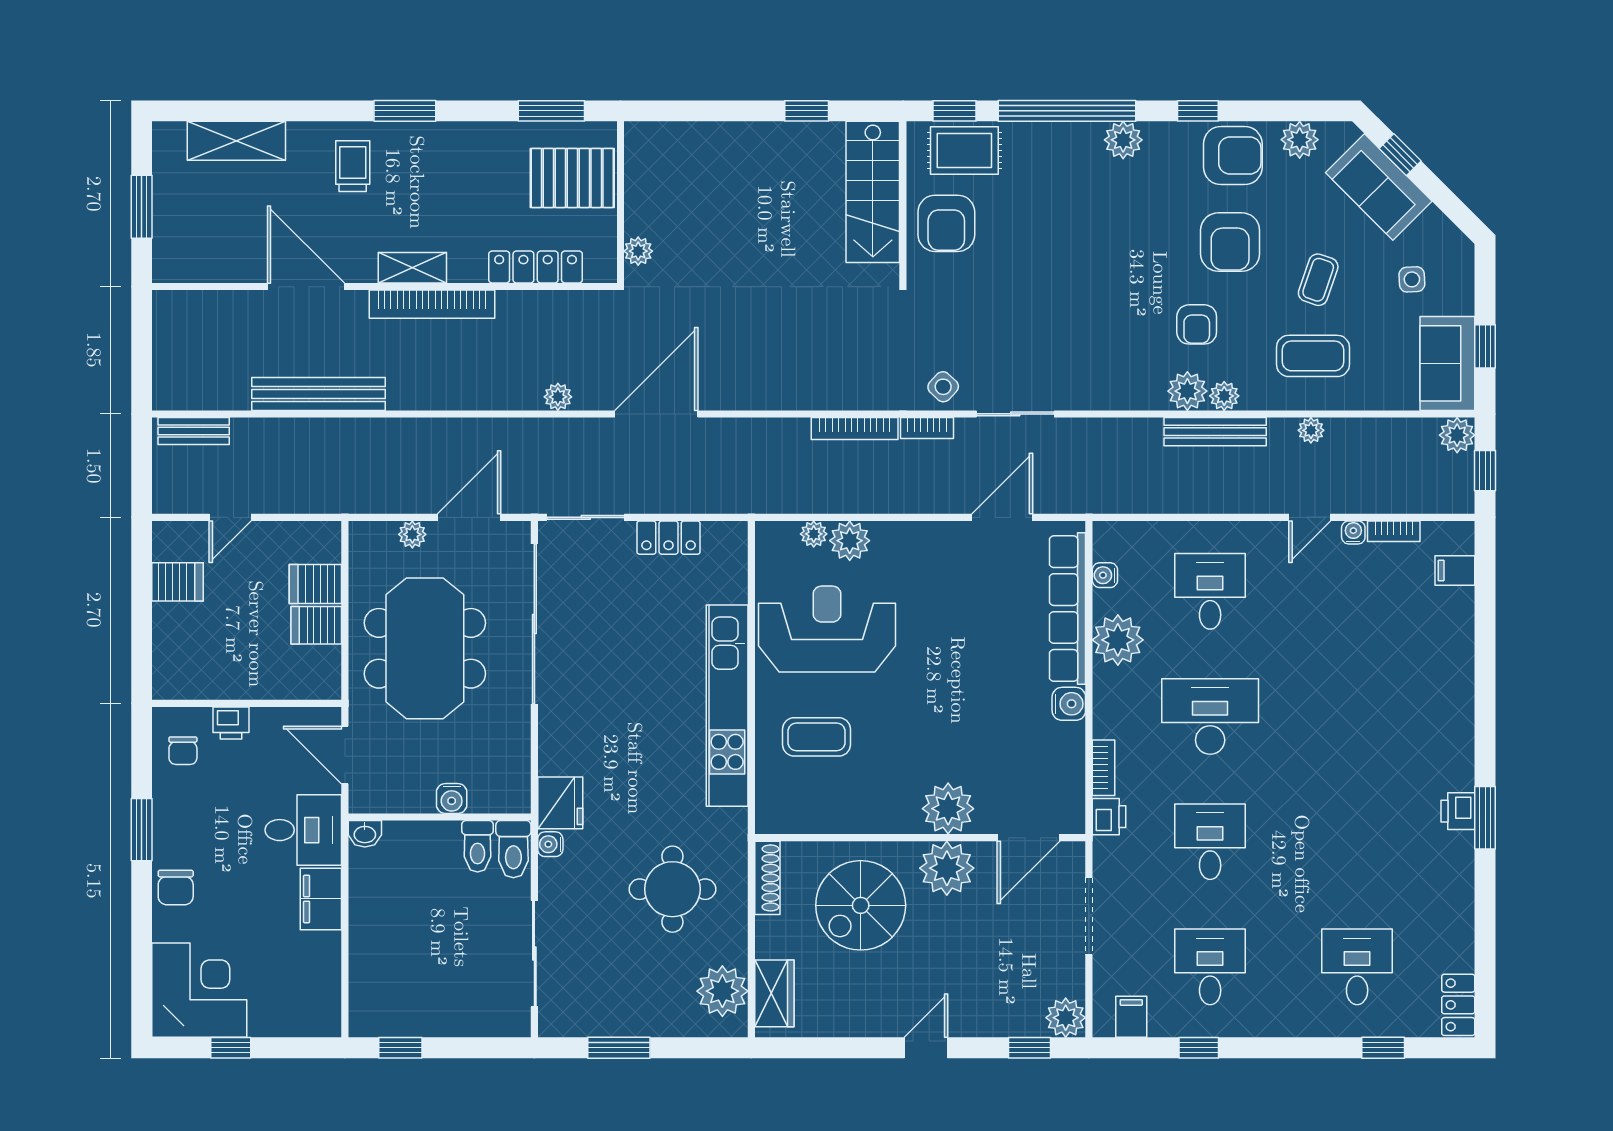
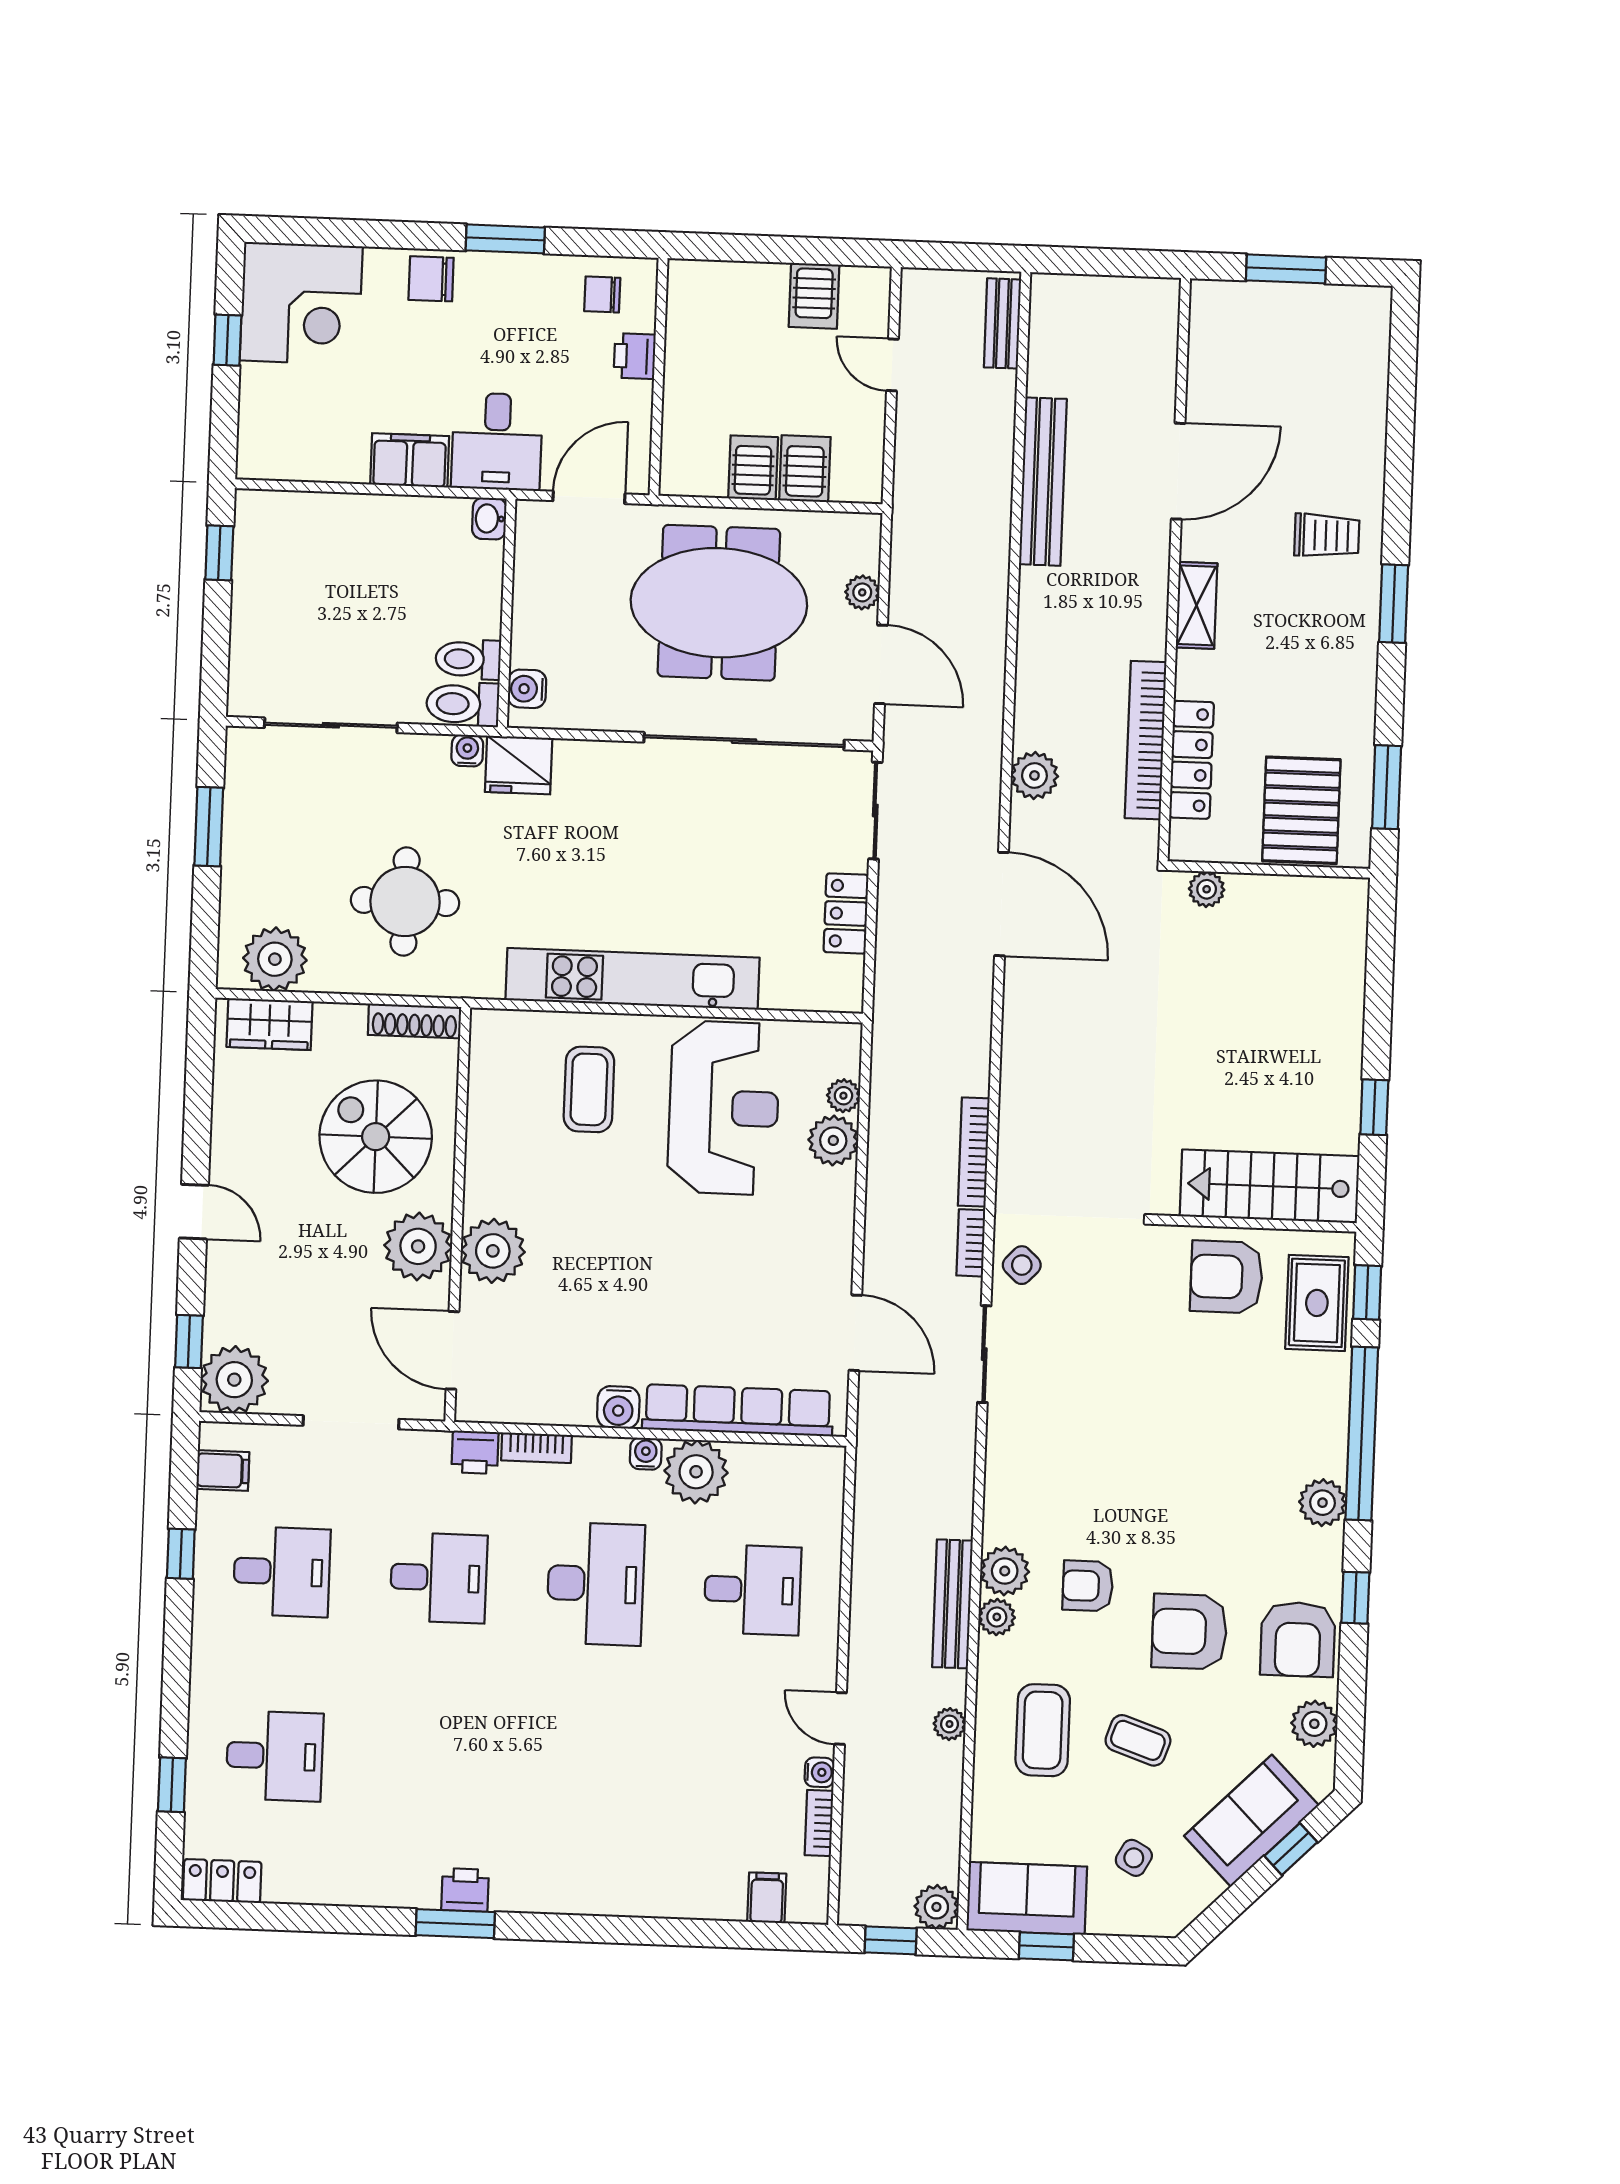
shelving: (236, 141) -> (1364, 391), removed
side table: (1412, 279) -> (1134, 1858), turned 32
bookcase: (432, 304) -> (1146, 740), moved
plant: (558, 397) -> (1034, 775), width x1.38, depth x1.38
water cooler: (1105, 575) -> (646, 1454), moved
water cooler: (452, 798) -> (527, 689), moved
plant: (1066, 1018) -> (234, 1380), width x1.36, depth x1.36

